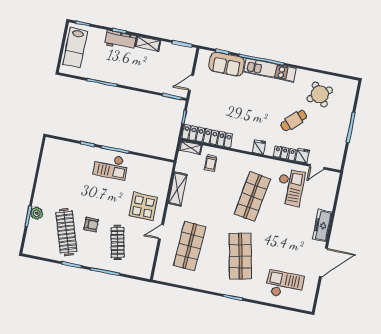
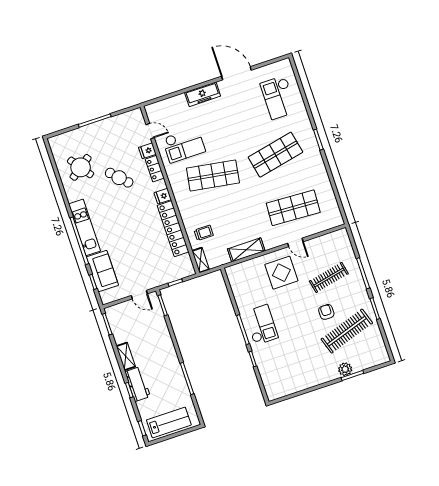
locker: (207, 136) -> (173, 229), moved
checkout: (290, 187) -> (184, 145), turned 180

